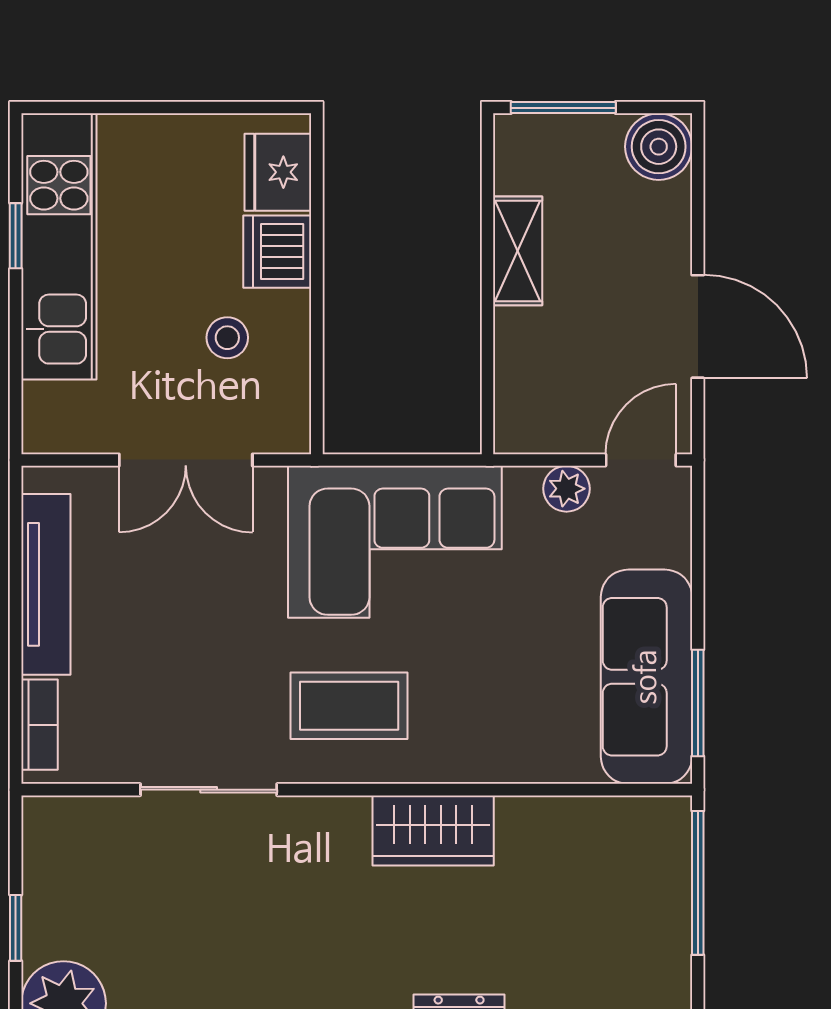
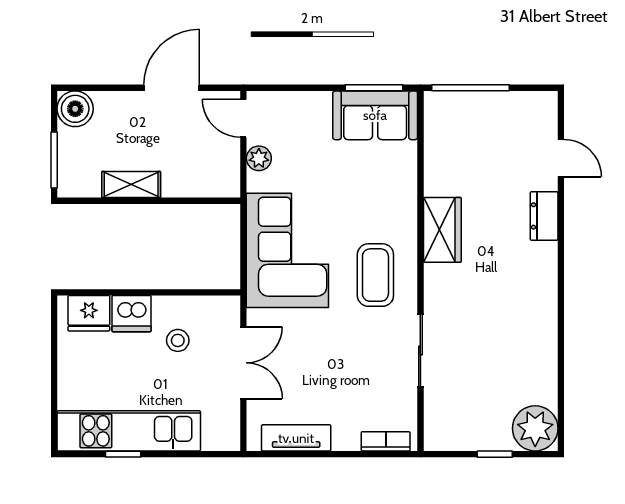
tv unit: (46, 584) -> (296, 438), width x0.71
sofa: (647, 677) -> (375, 115), width x0.73

